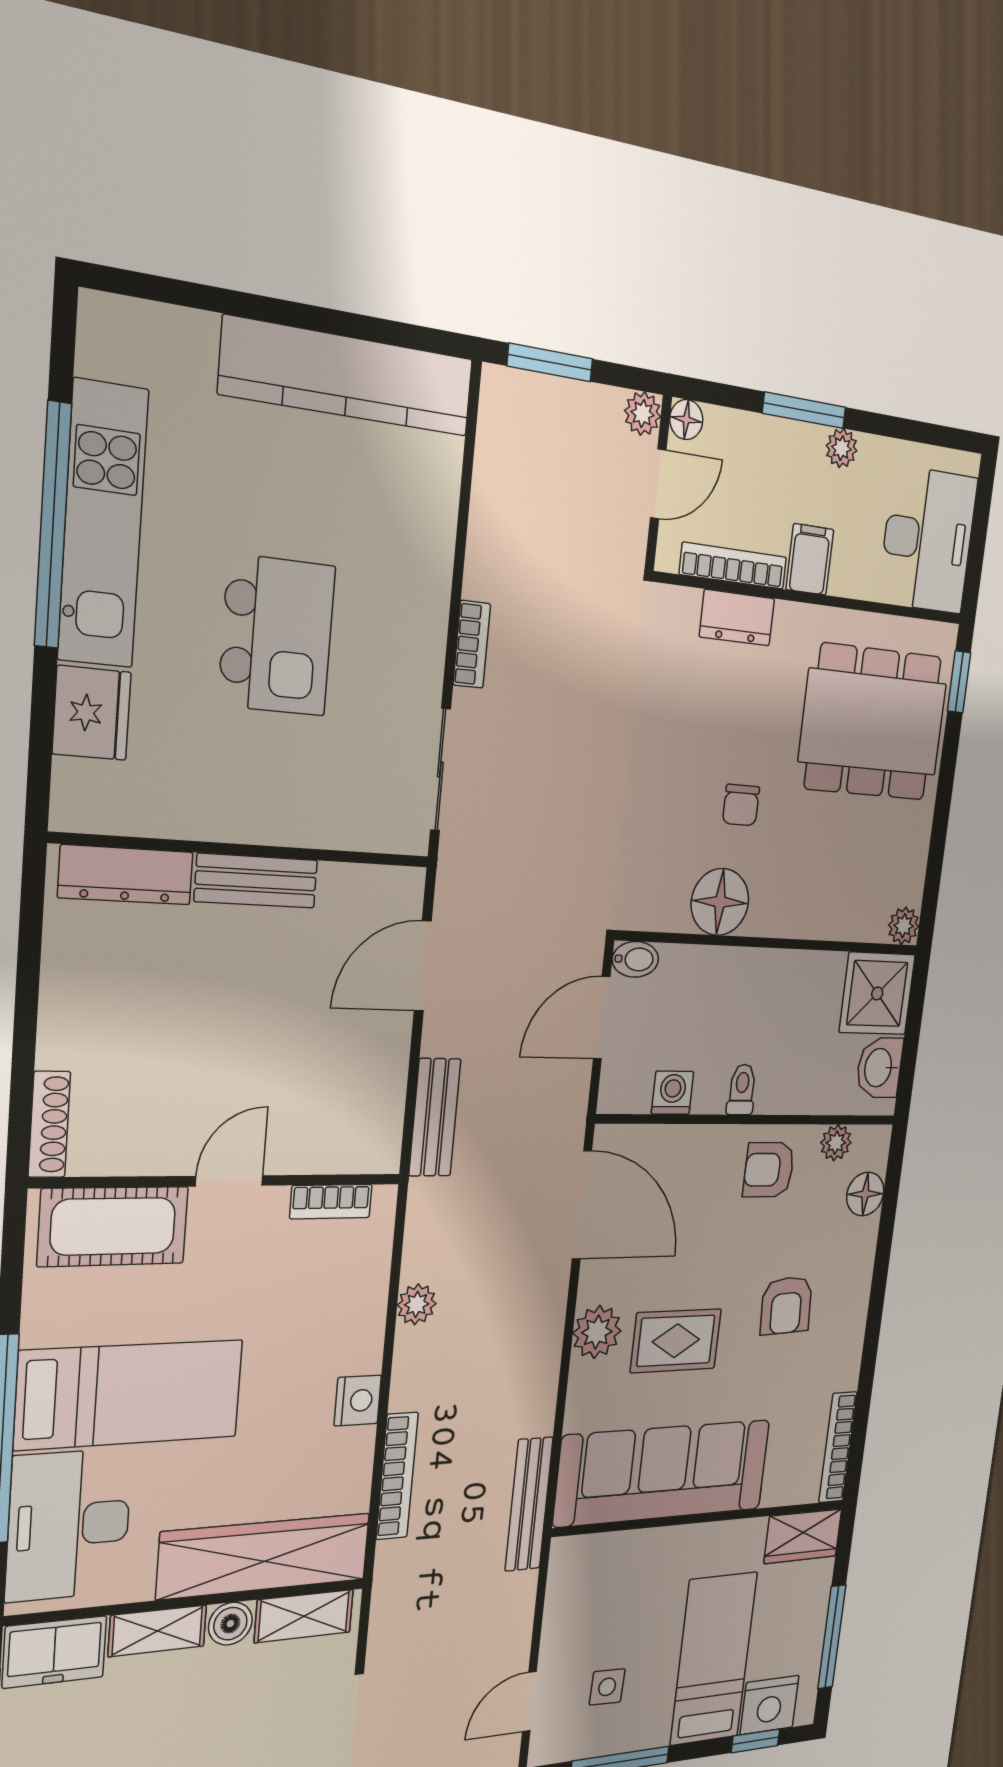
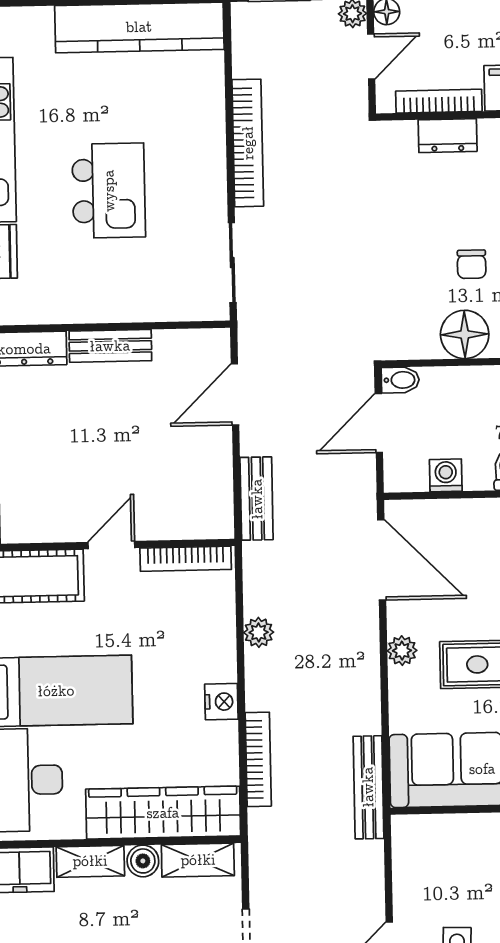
bookcase: (472, 644) -> (248, 143), width x2.31, depth x1.31
bookcase: (331, 1202) -> (186, 559), width x1.56
plant: (597, 1332) -> (402, 651), width x0.73, depth x0.73

